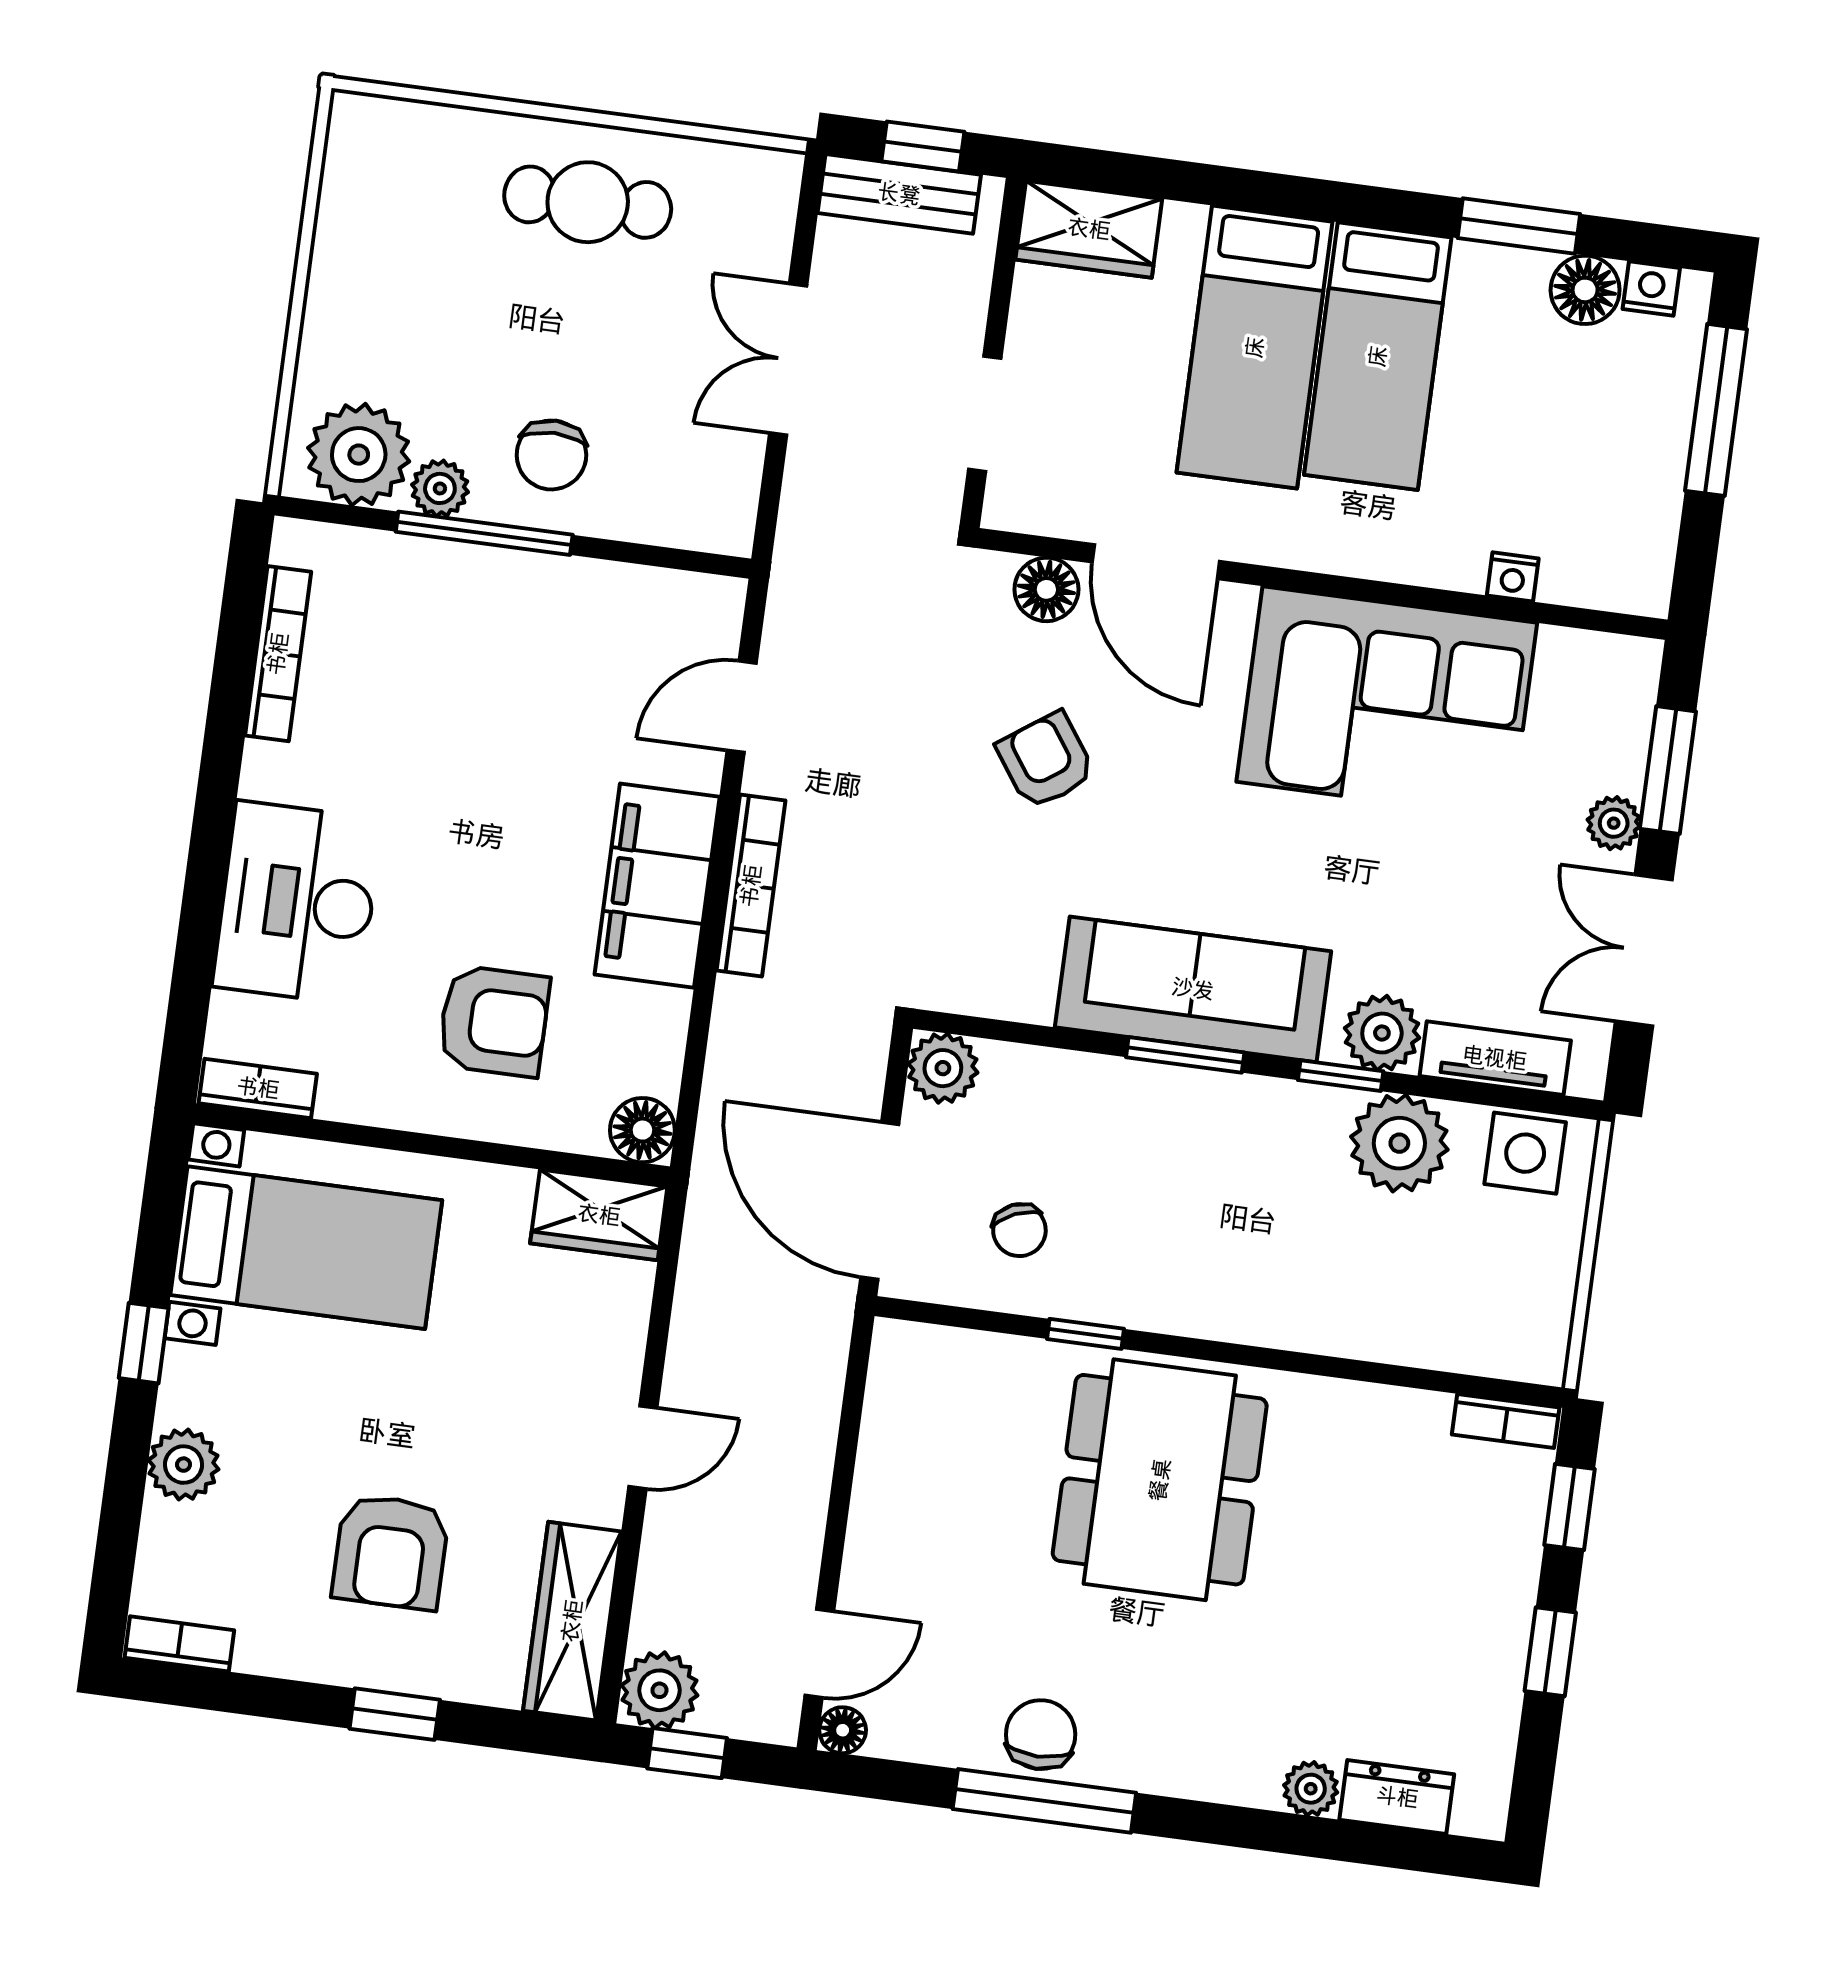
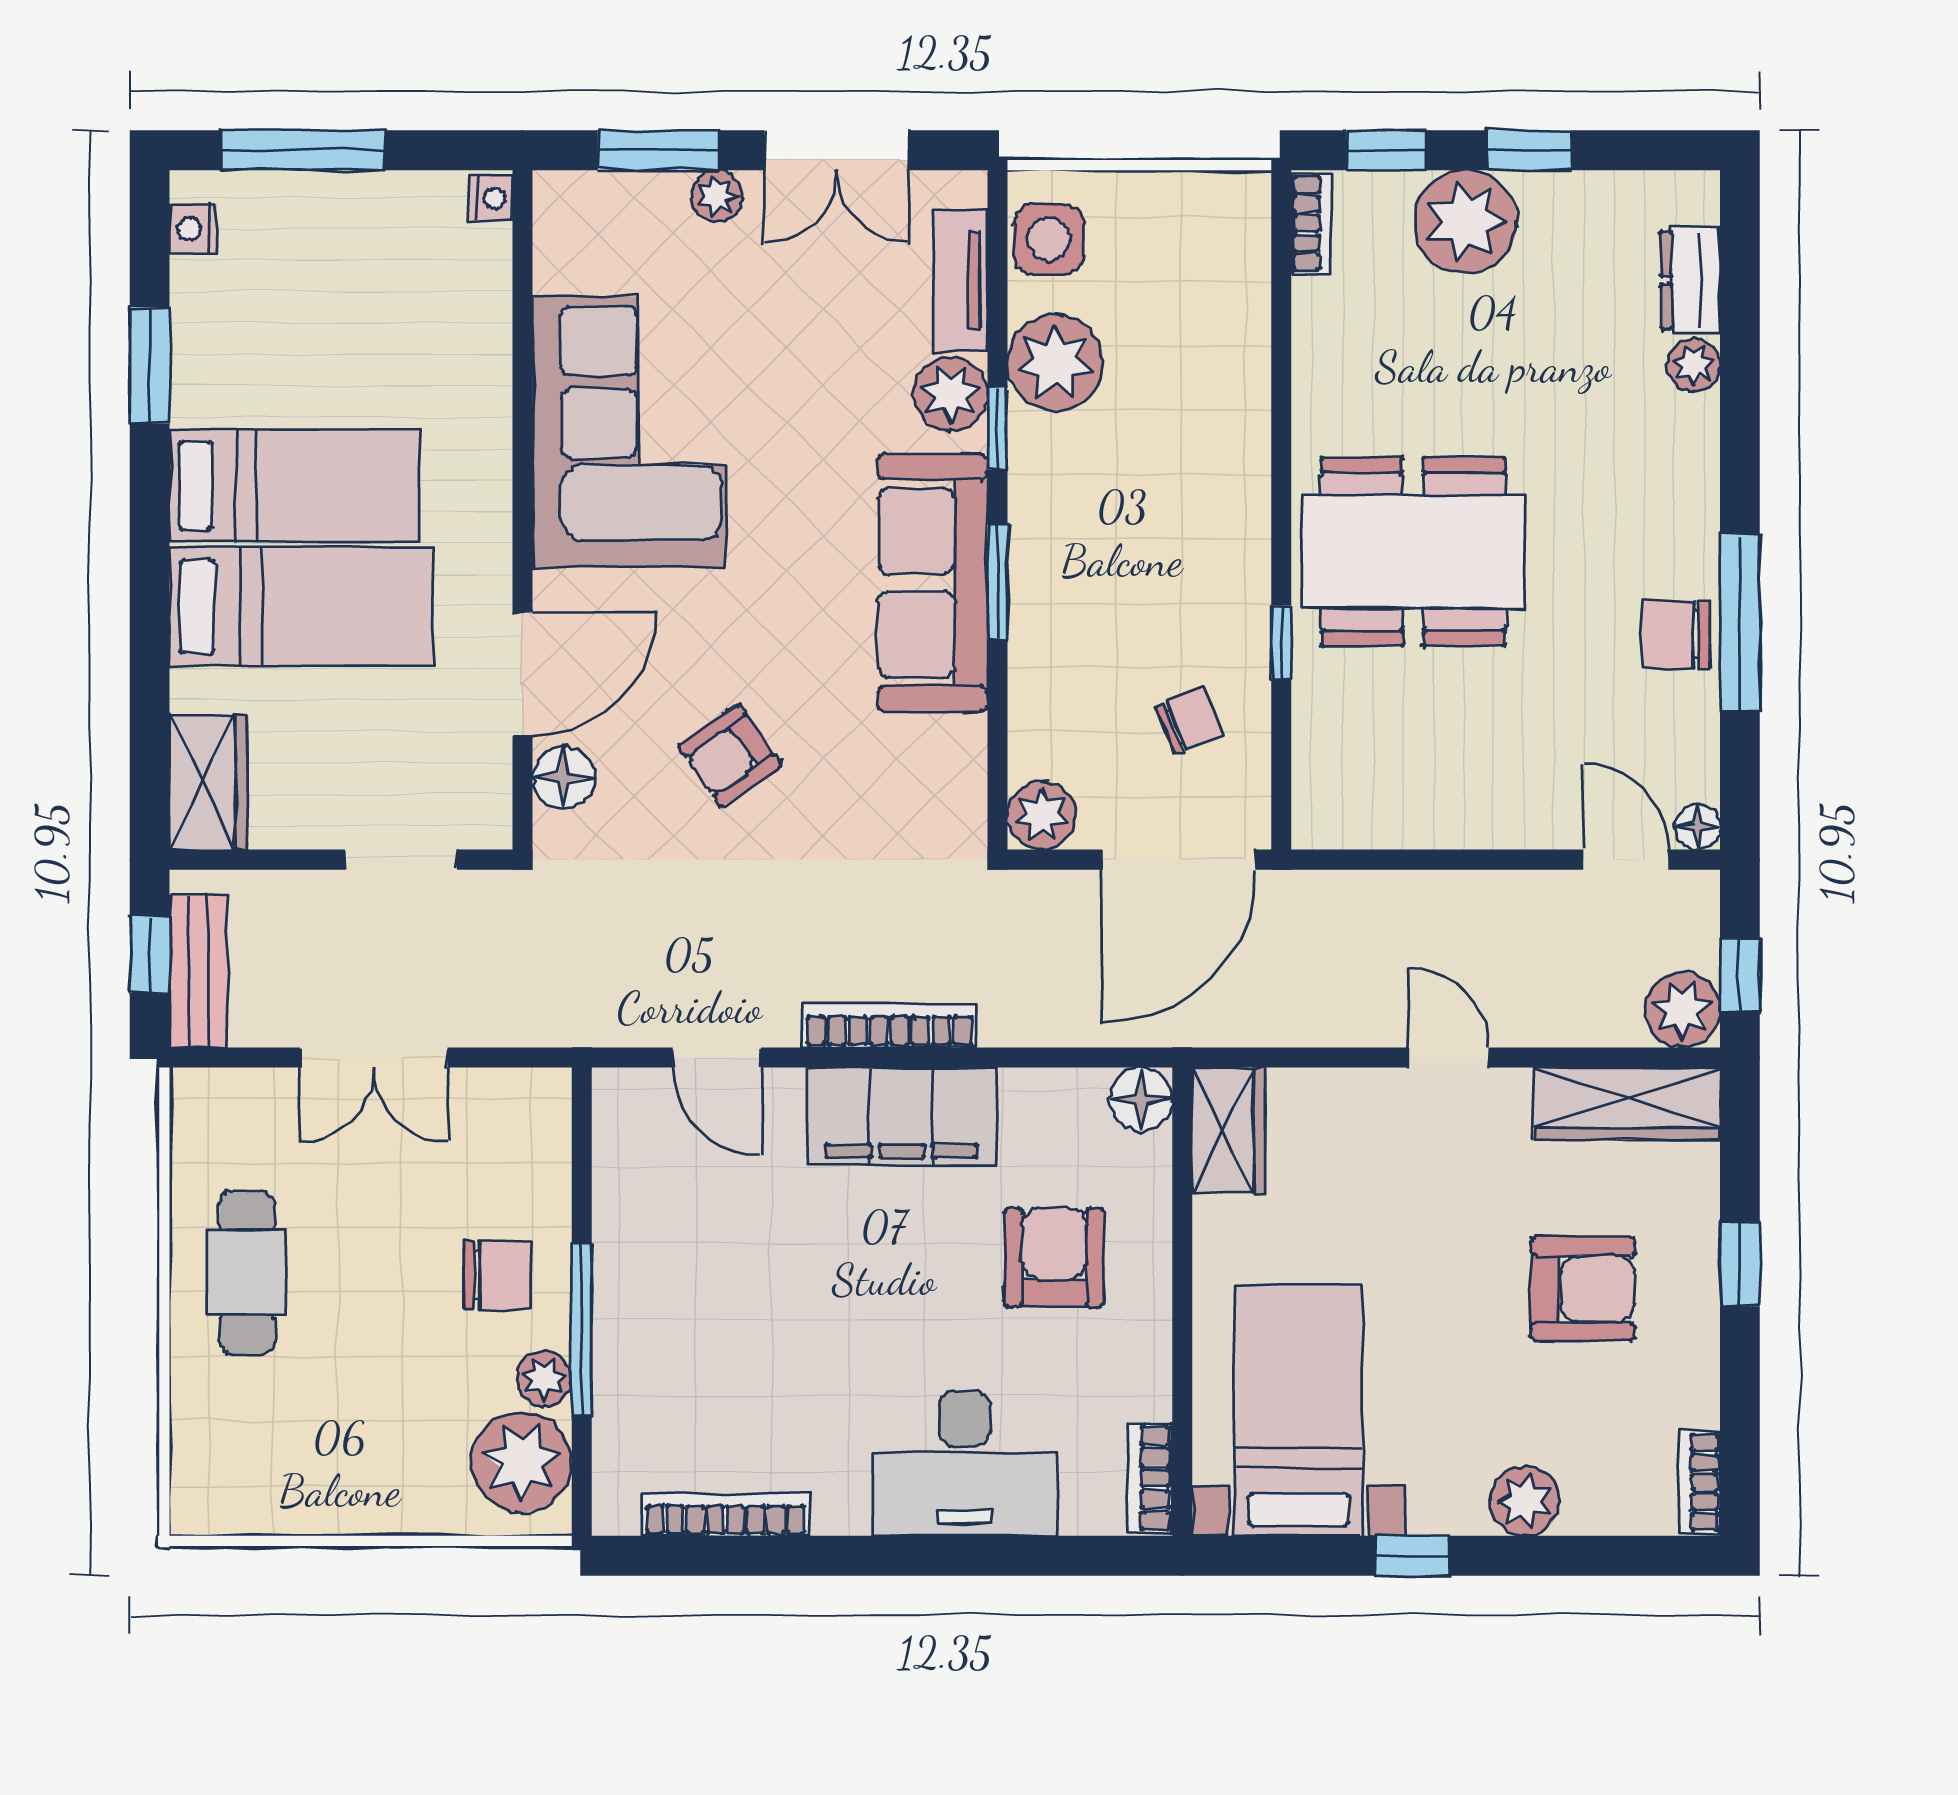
floor lamp: (1585, 290) -> (203, 293), removed
nightstand: (1513, 577) -> (491, 198), moved
plant: (1487, 1578) -> (1466, 221), added

